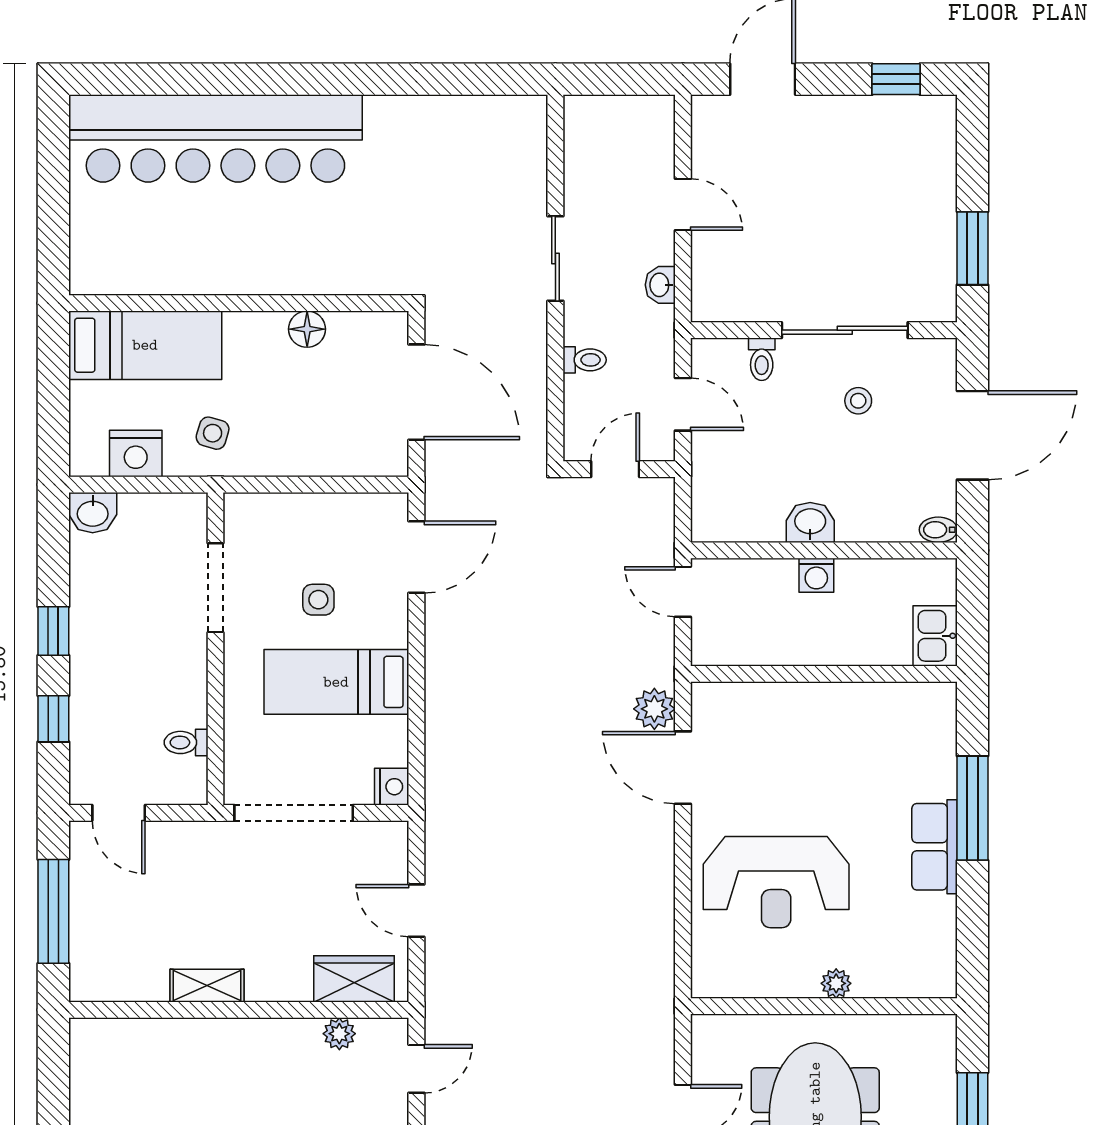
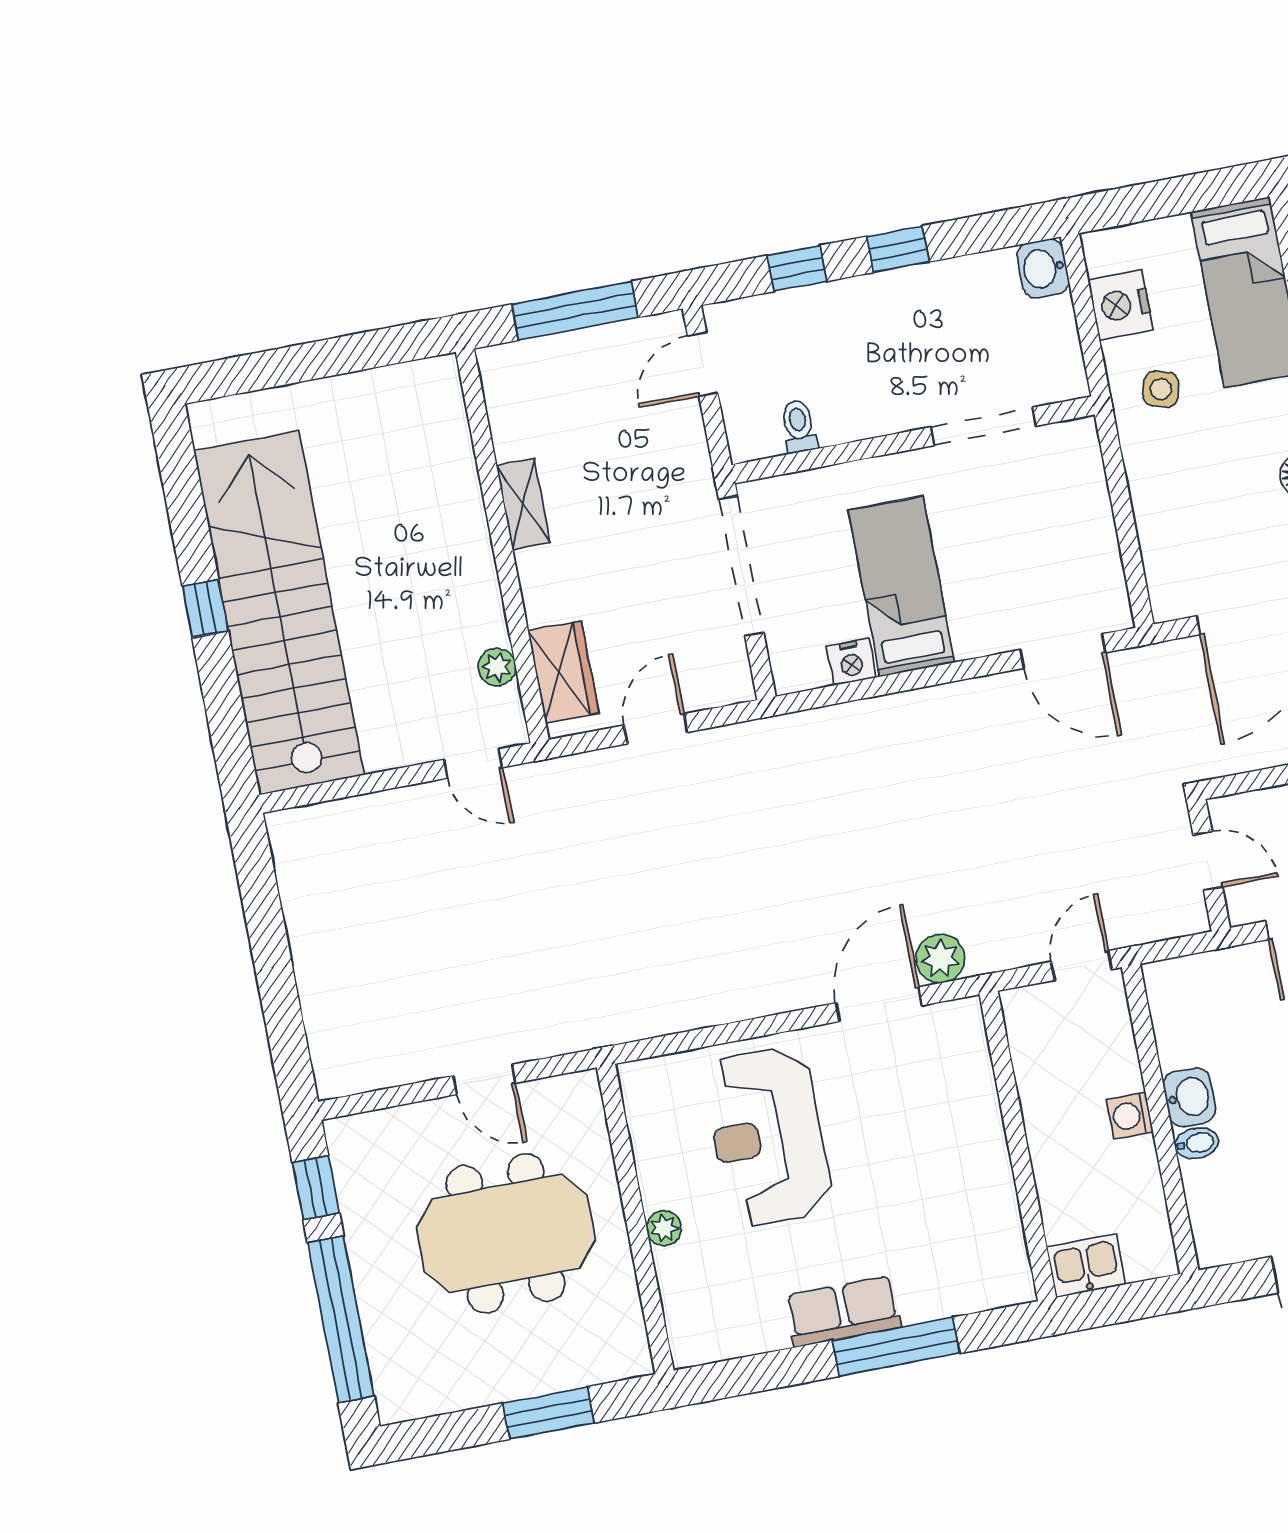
bidet: (938, 530) -> (1197, 1143), moved, turned 90
side table: (318, 600) -> (992, 548), removed
nightstand: (392, 787) -> (851, 662), moved

